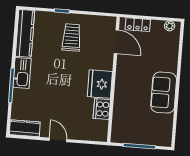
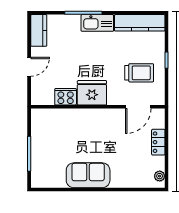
door: (116, 42) -> (138, 107), moved
wall: (113, 80) -> (98, 107), moved
fridge: (100, 84) -> (92, 93), moved
cooker: (102, 109) -> (66, 97), moved

